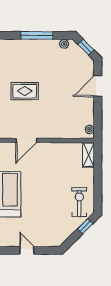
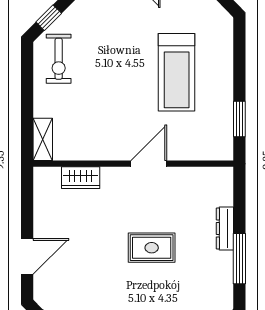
plant: (90, 129) -> (41, 182), removed
wardrobe: (66, 132) -> (81, 178), added

